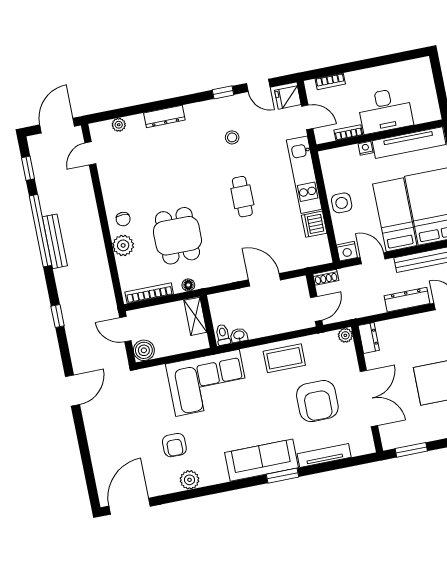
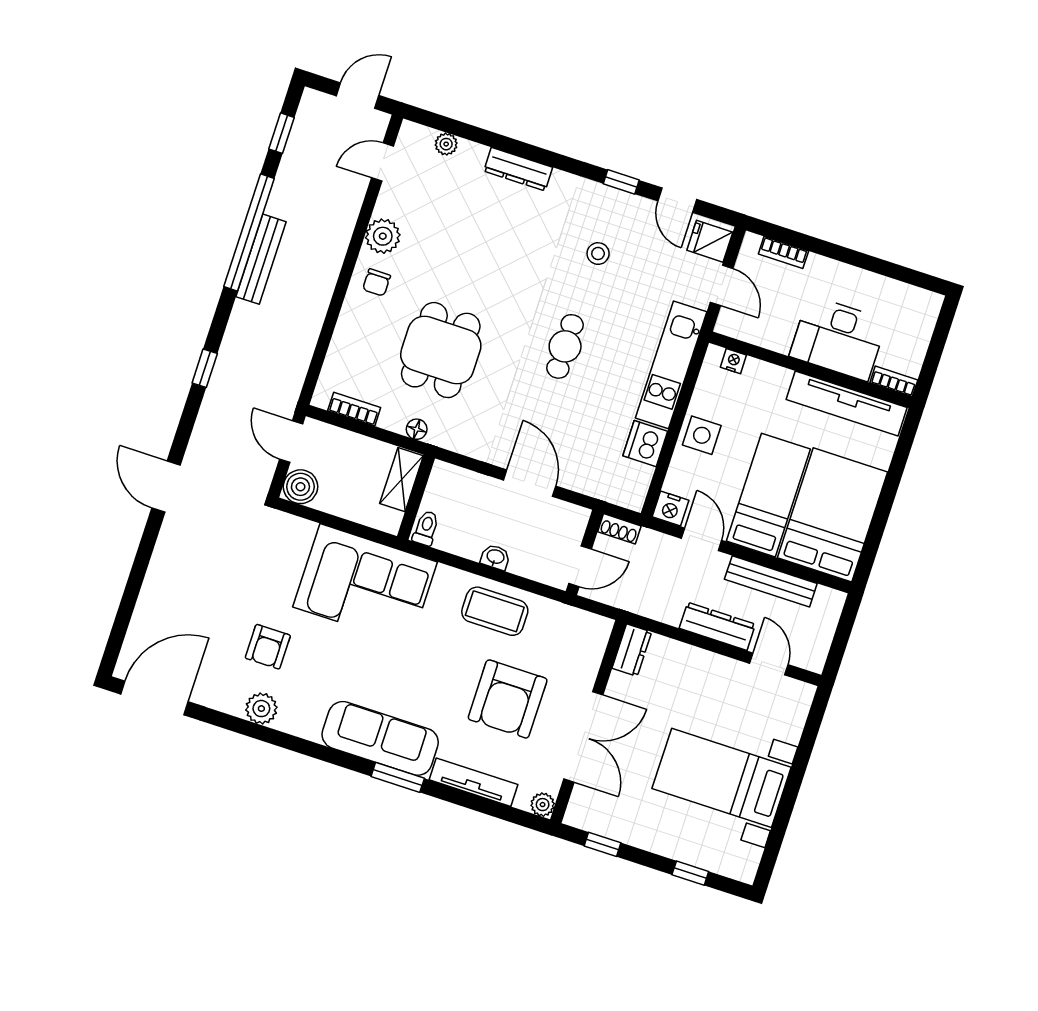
door: (57, 126) -> (358, 96), width x0.73
bookcase: (348, 133) -> (894, 381), moved
nightstand: (366, 148) -> (733, 361), moved
plant: (123, 245) -> (383, 236), moved
bookcase: (149, 293) -> (354, 409), width x0.64
washbasin: (239, 335) -> (495, 557), moved
plant: (345, 335) -> (543, 805), moved
door: (72, 391) -> (166, 487), swing flipped
window: (411, 450) -> (602, 844), width x0.67

